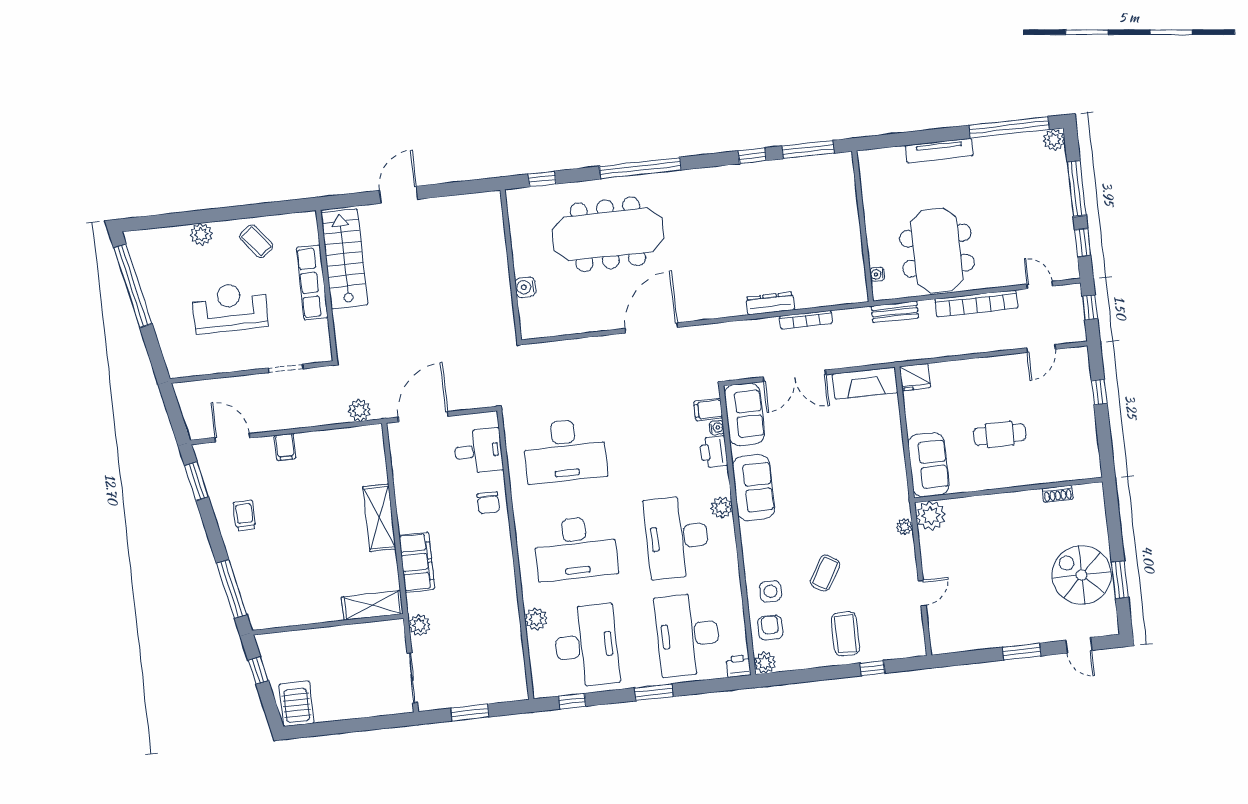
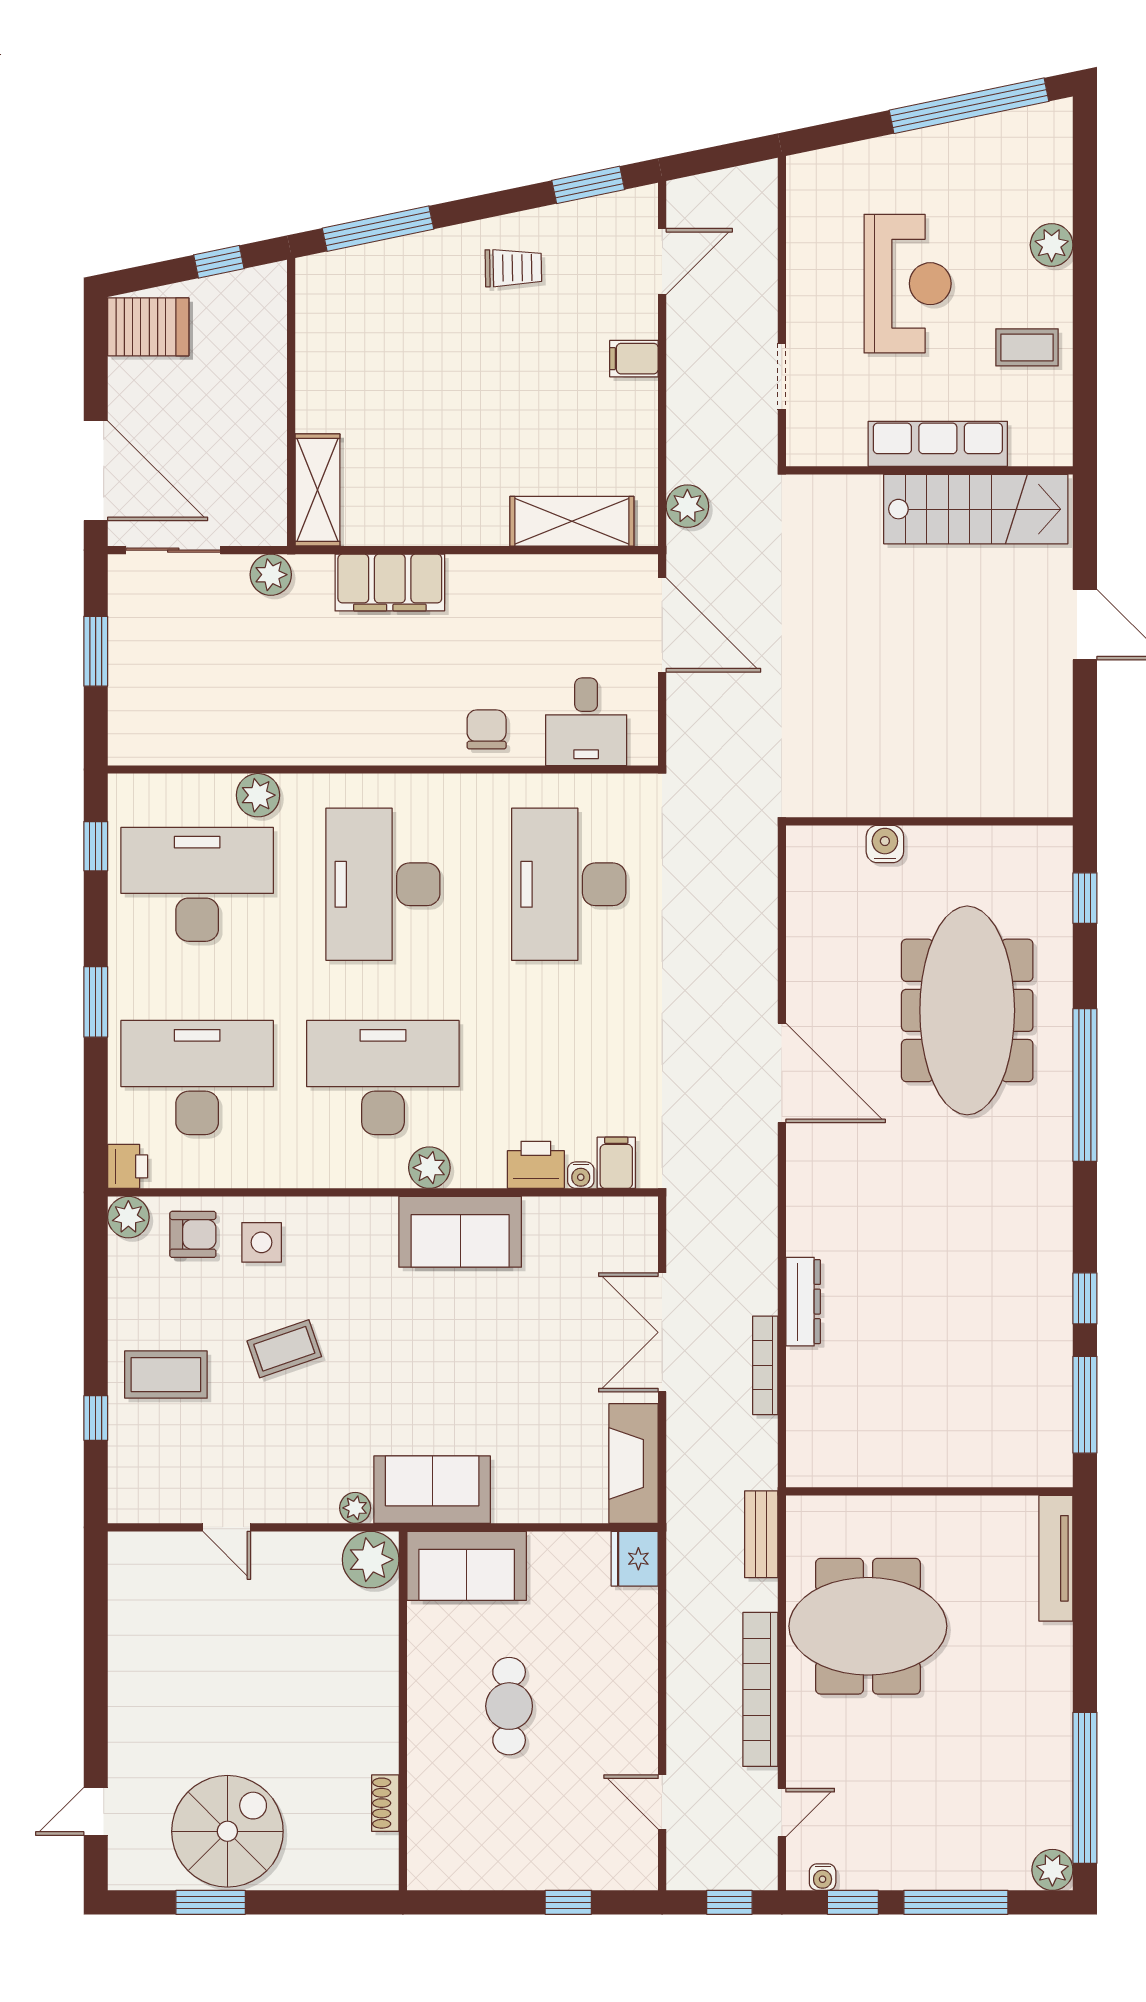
tv unit: (939, 151) -> (1056, 1558), moved
coffee table: (256, 241) -> (1027, 347), turned 38
water cooler: (877, 274) -> (823, 1877), moved, turned 180
sofa: (744, 414) -> (432, 1490), moved, turned 180
chair: (488, 503) -> (487, 729), turned 90
shelving: (379, 518) -> (572, 521), moved
coffee table: (825, 573) -> (284, 1349), turned -49
desk: (586, 646) -> (197, 884), turned 180
window: (1022, 652) -> (96, 1702), removed
door: (375, 723) -> (96, 471), added

